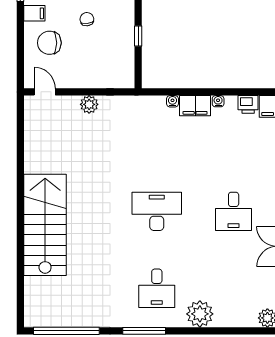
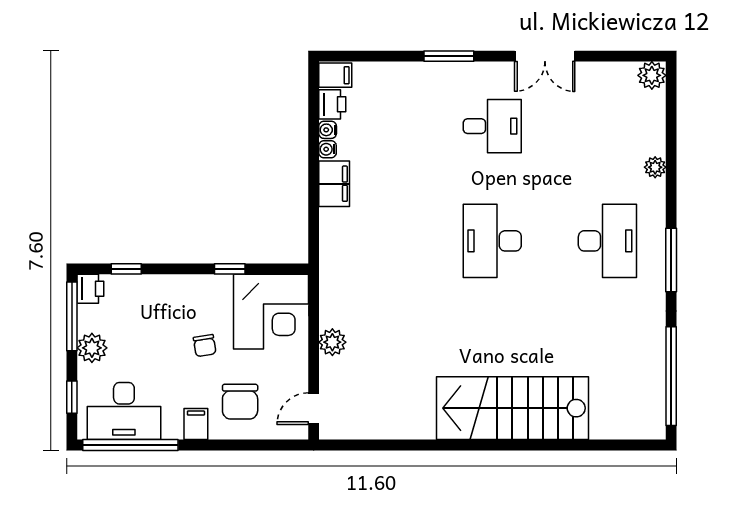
chair: (87, 19) -> (205, 346), turned -92
corner desk: (110, 63) -> (271, 312), added
water cooler: (173, 101) -> (328, 130), moved
desk: (157, 288) -> (607, 241), width x1.37
plant: (200, 314) -> (655, 167), width x0.53, depth x0.53

